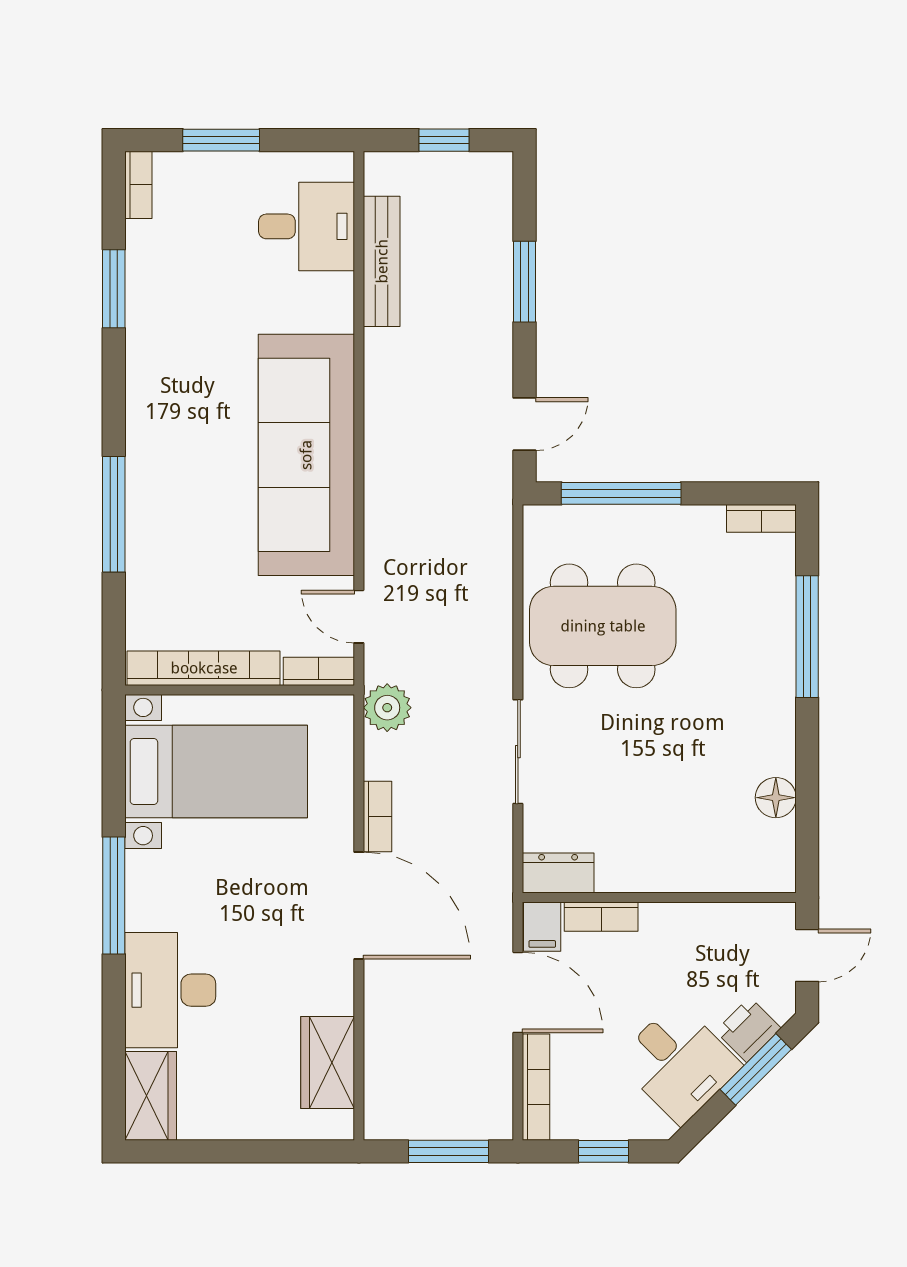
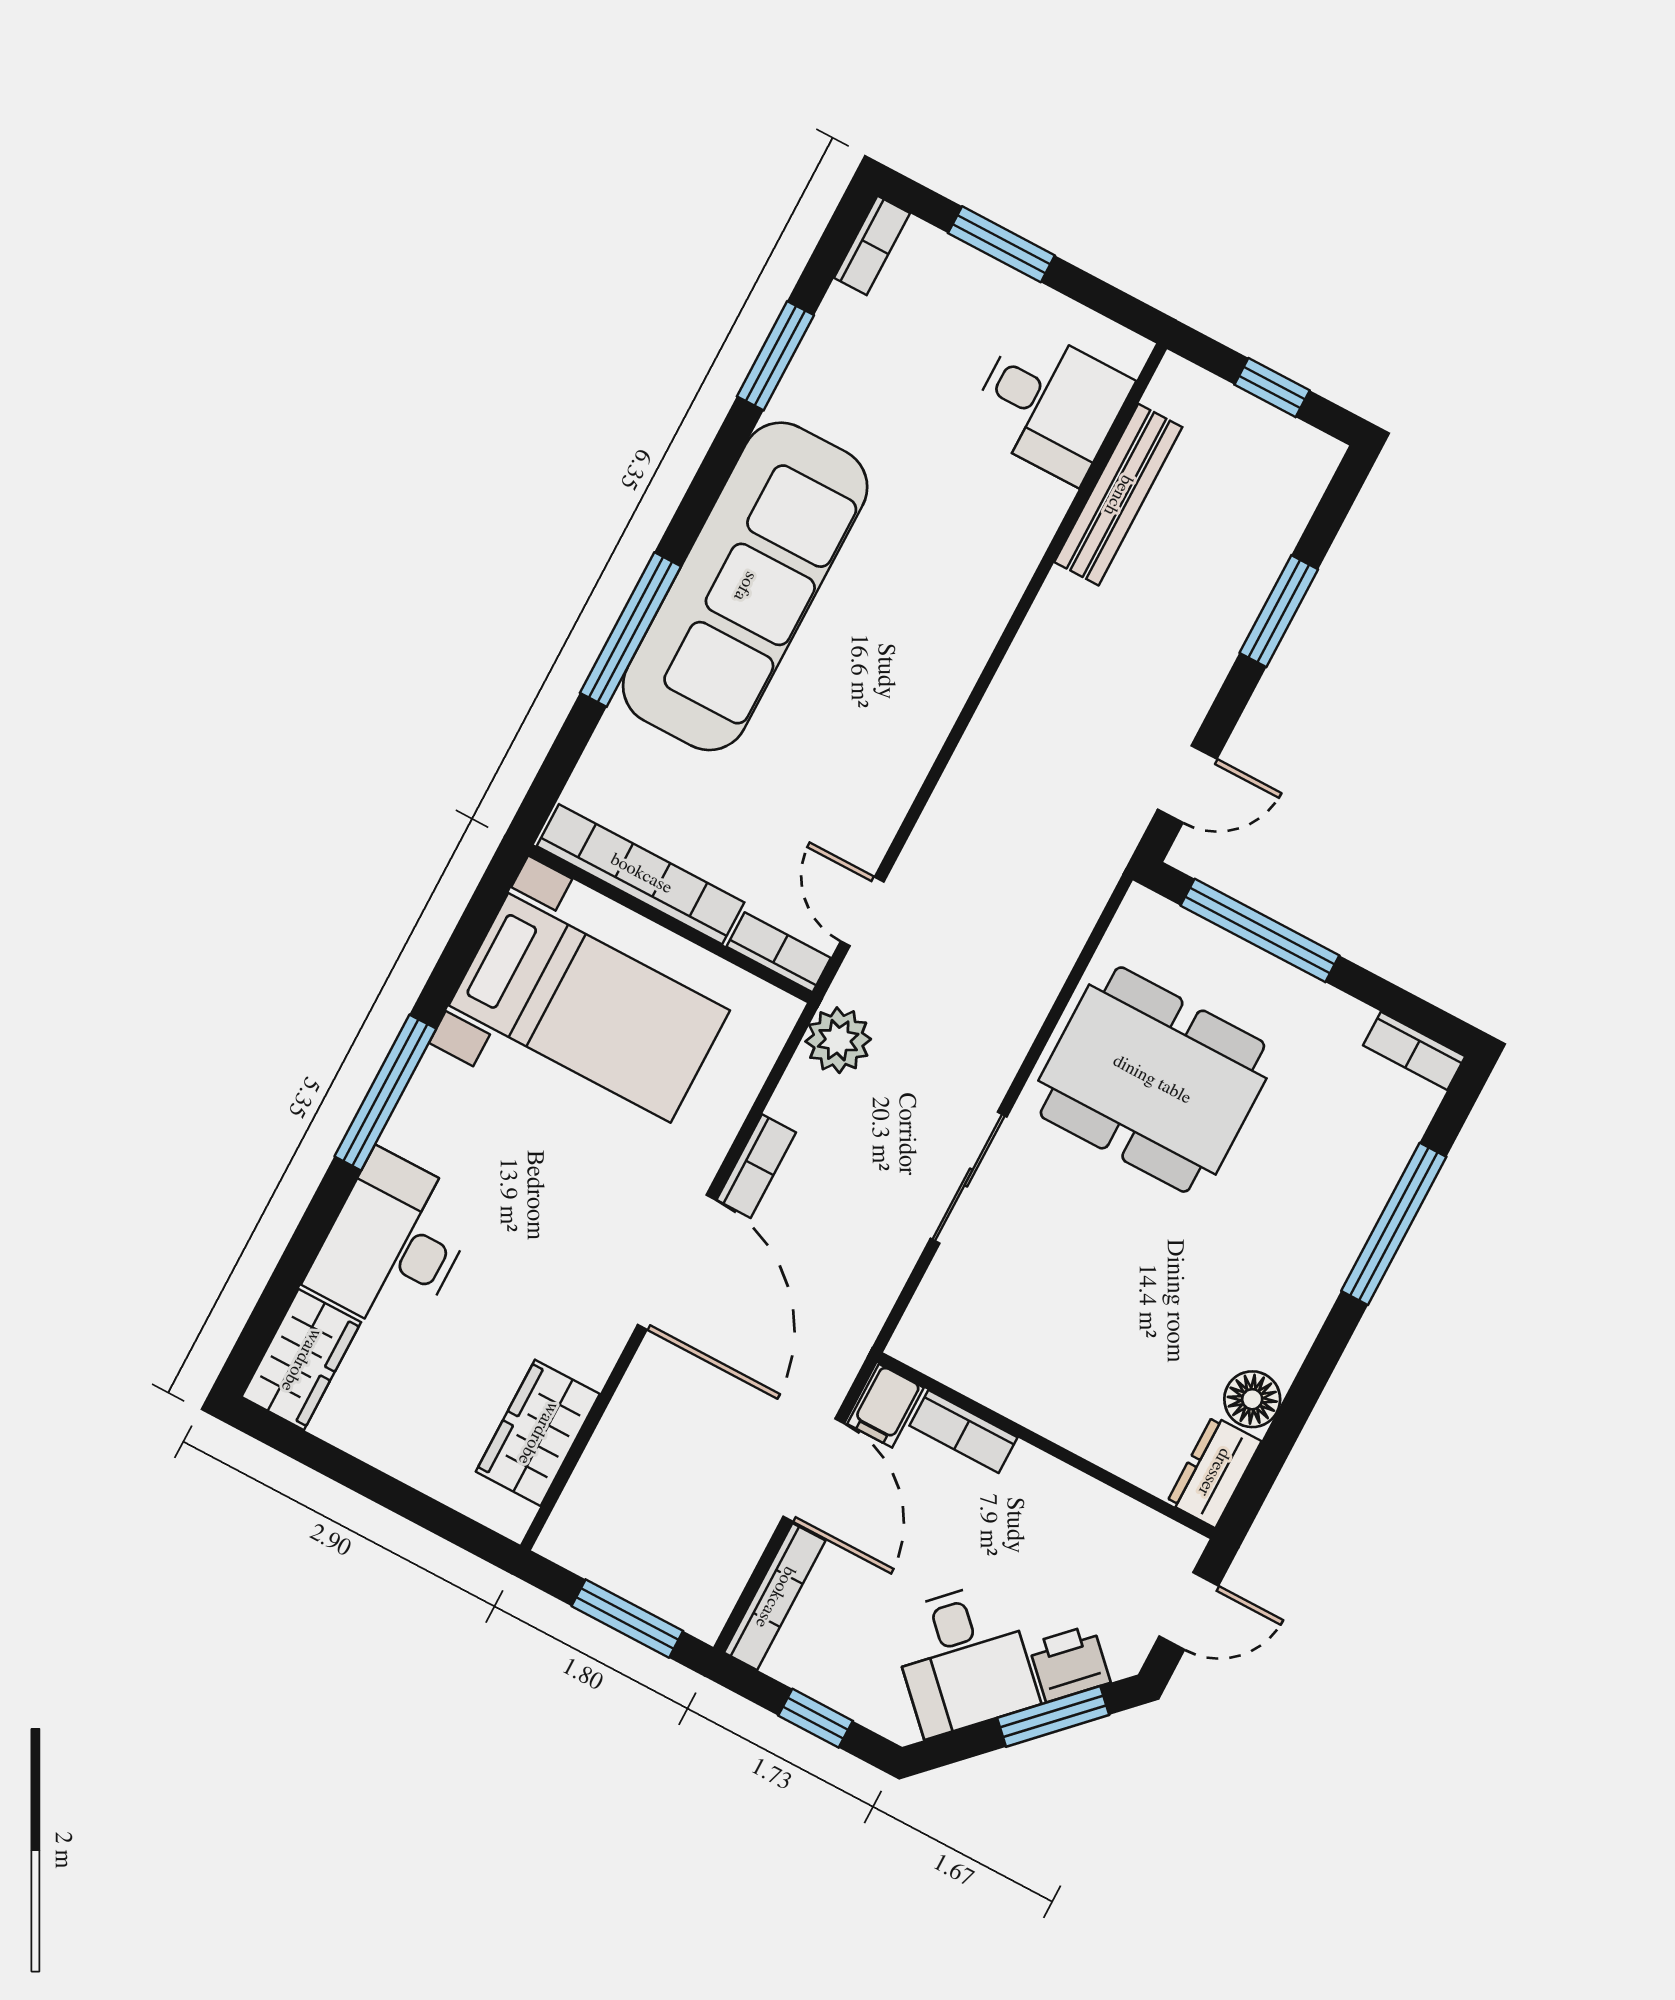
sofa: (306, 455) -> (745, 586), moved, turned 180
dresser: (558, 873) -> (1214, 1472), moved, turned -90

